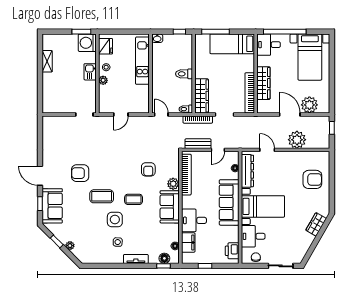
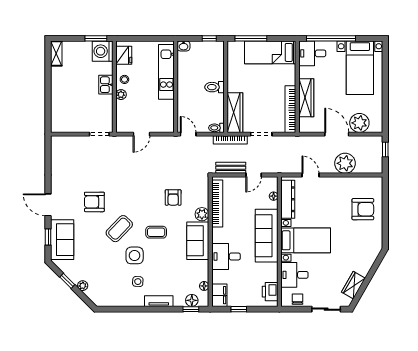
shelving: (47, 61) -> (56, 53), moved
coffee table: (102, 196) -> (119, 229), turned -46
wardrobe: (316, 224) -> (353, 285), moved
filing cabinet: (188, 242) -> (219, 295), moved

